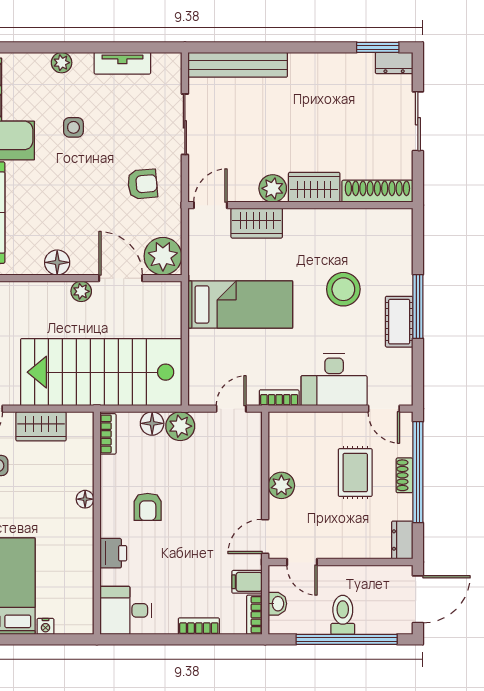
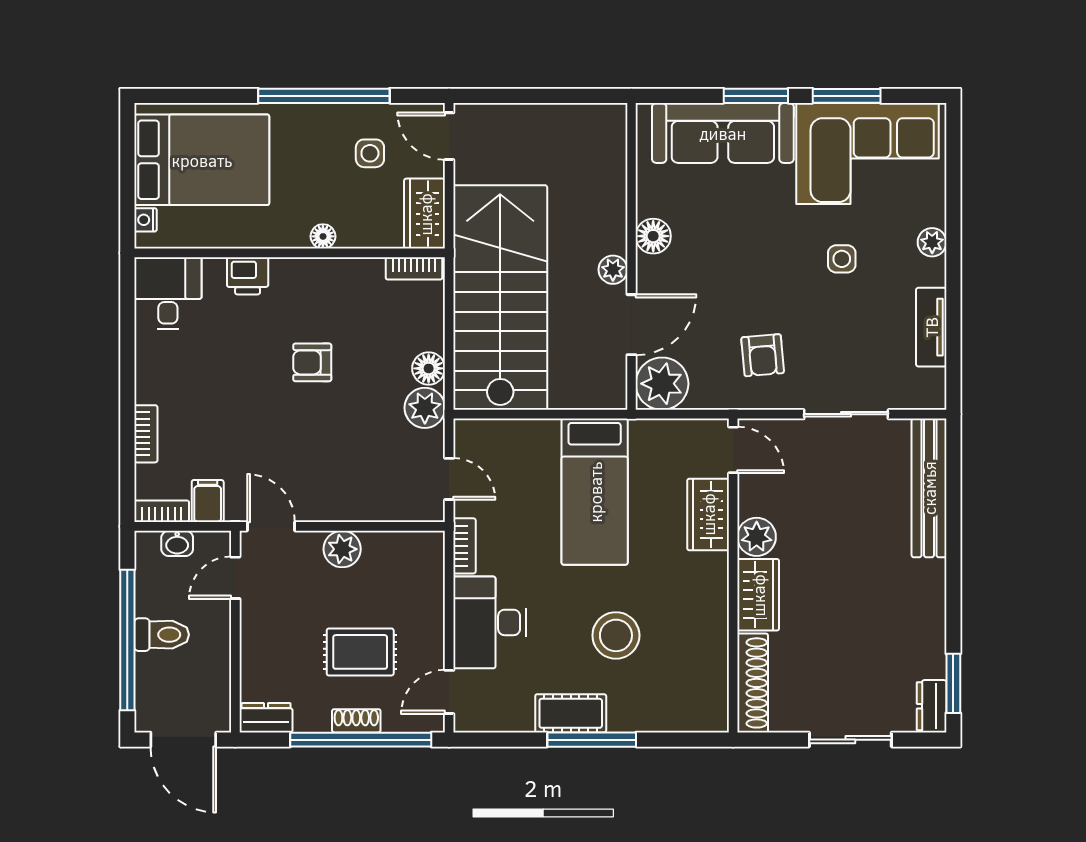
bookcase: (108, 434) -> (414, 268), moved
floor lamp: (85, 499) -> (323, 236), moved
wall: (97, 523) -> (290, 253), moved
printer: (113, 553) -> (248, 276), moved
desk: (126, 610) -> (168, 293), moved

